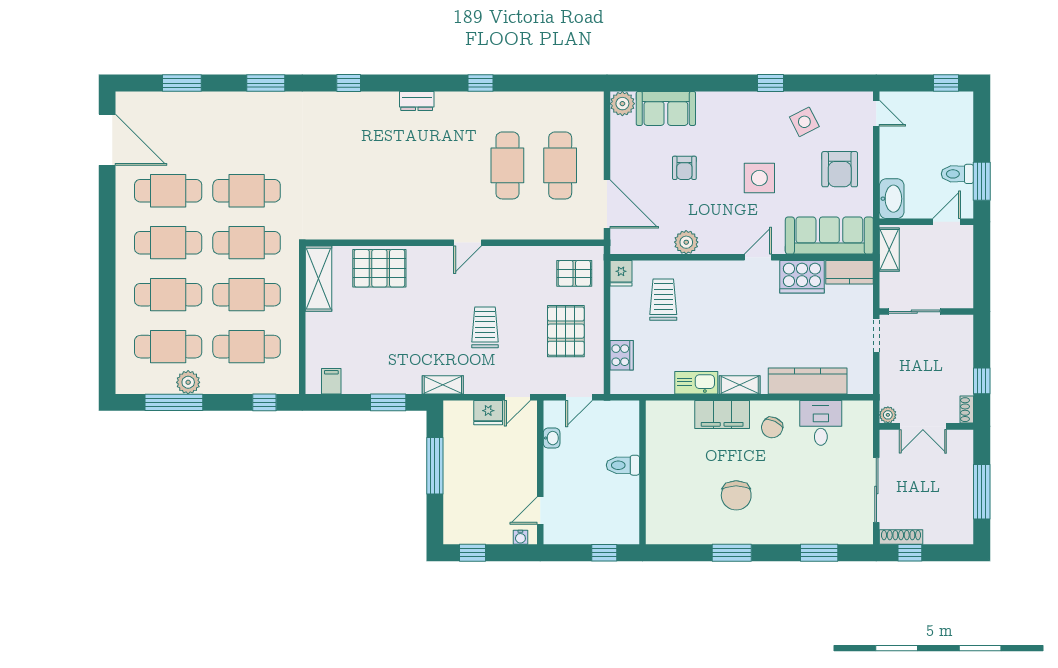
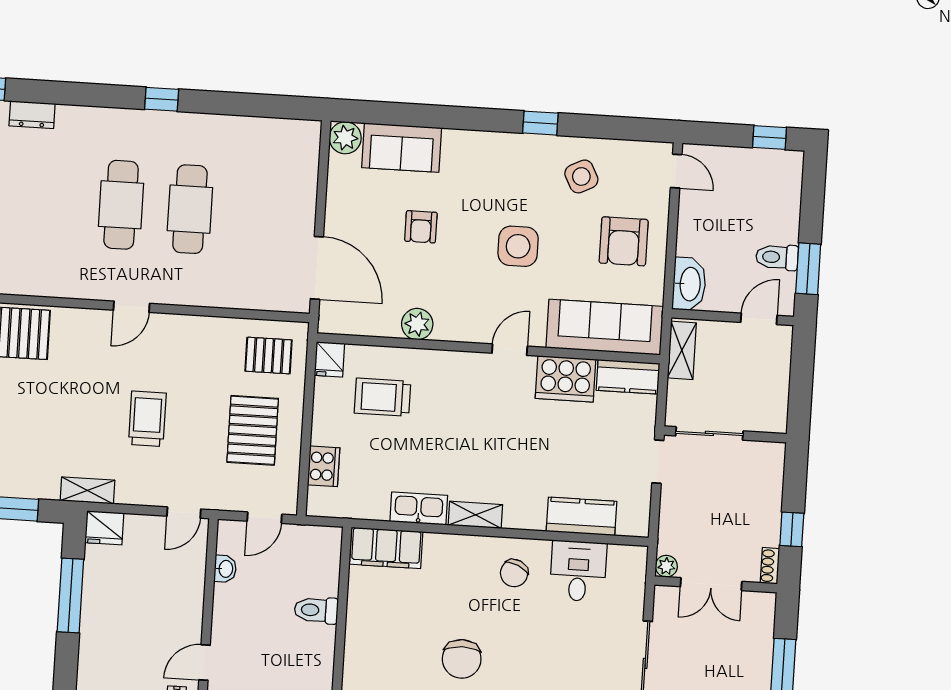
dresser: (417, 101) -> (32, 115), moved
cafe table: (560, 165) -> (121, 205), moved
trolley: (663, 300) -> (383, 397), turned -90
kitchen counter: (808, 381) -> (581, 516), width x0.67
fridge: (488, 413) -> (104, 528), moved
filing cabinet: (722, 414) -> (386, 548), moved

